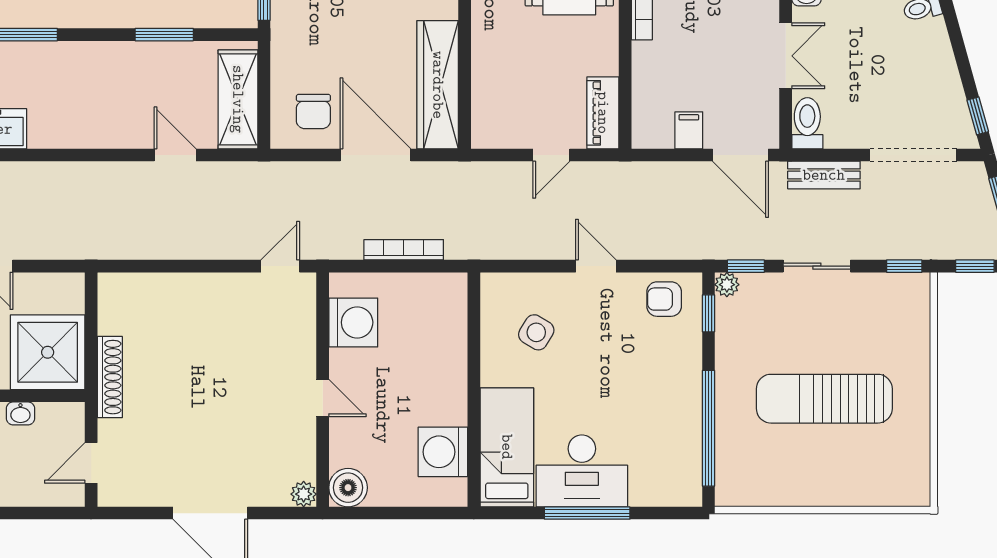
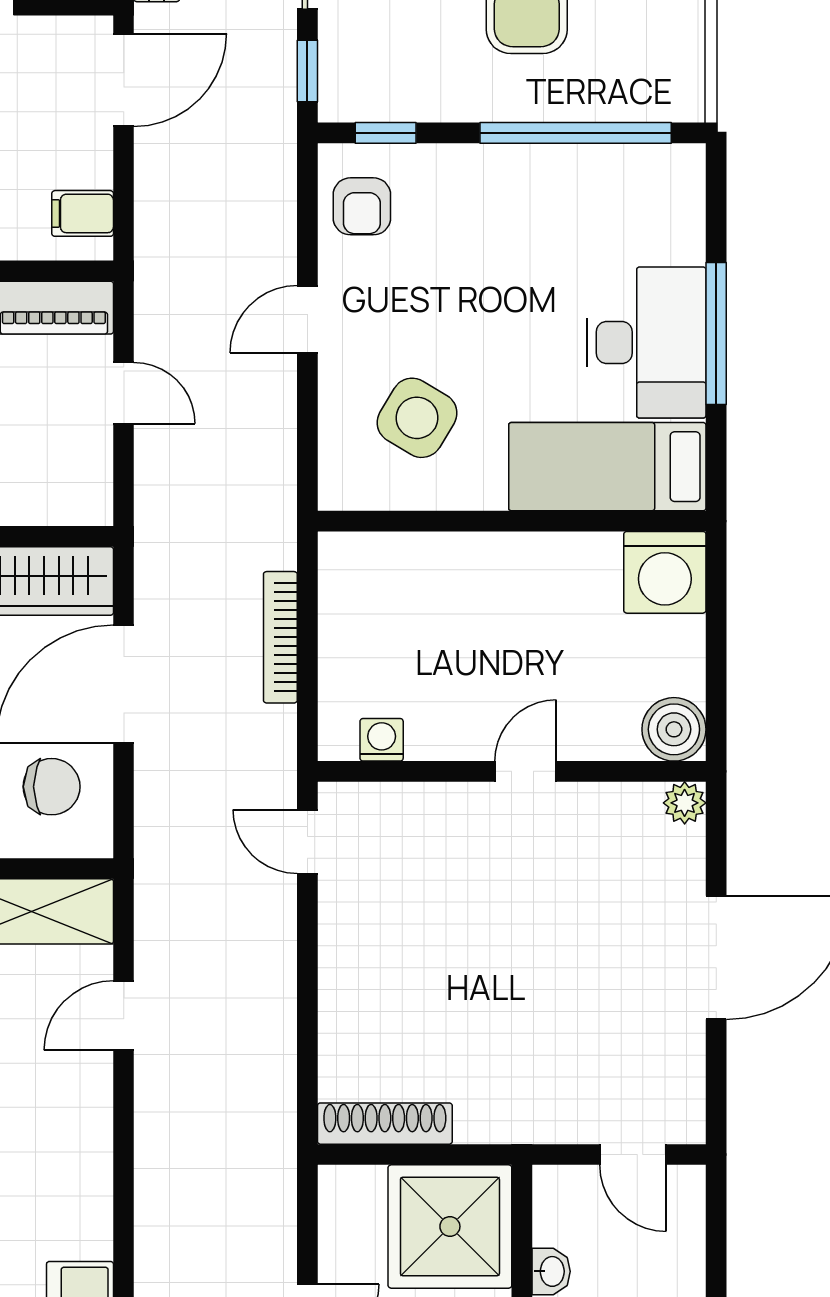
filing cabinet: (689, 130) -> (83, 213), moved
plant: (727, 285) -> (338, 102), removed
washing machine: (353, 322) -> (382, 740), width x0.53, depth x0.53
side table: (536, 332) -> (417, 418), width x1.37, depth x1.37
shoe rack: (110, 377) -> (385, 1124), moved
washing machine: (443, 452) -> (665, 572), moved

